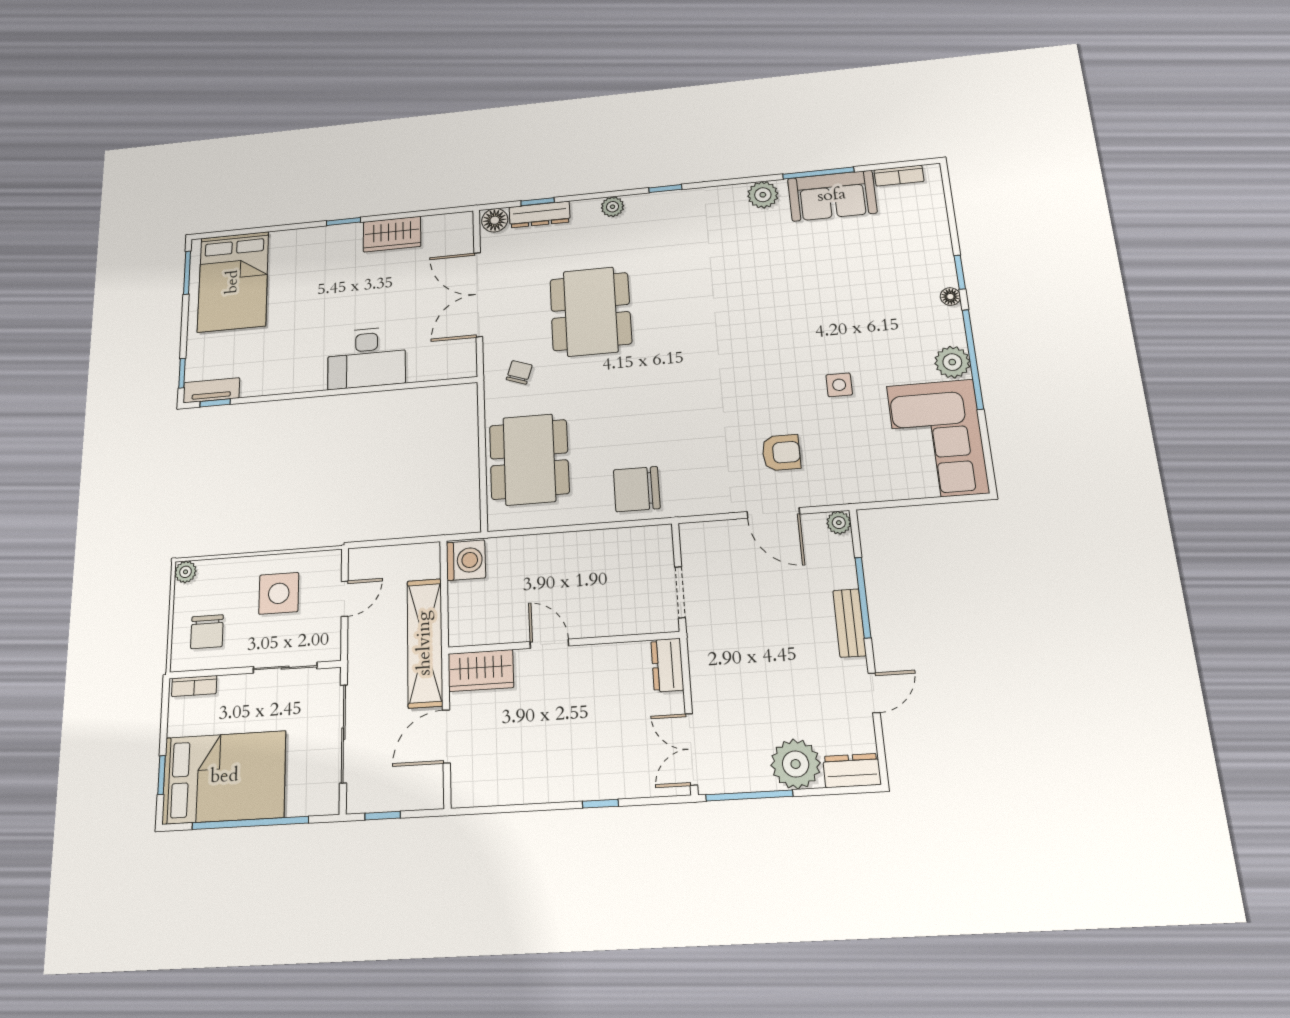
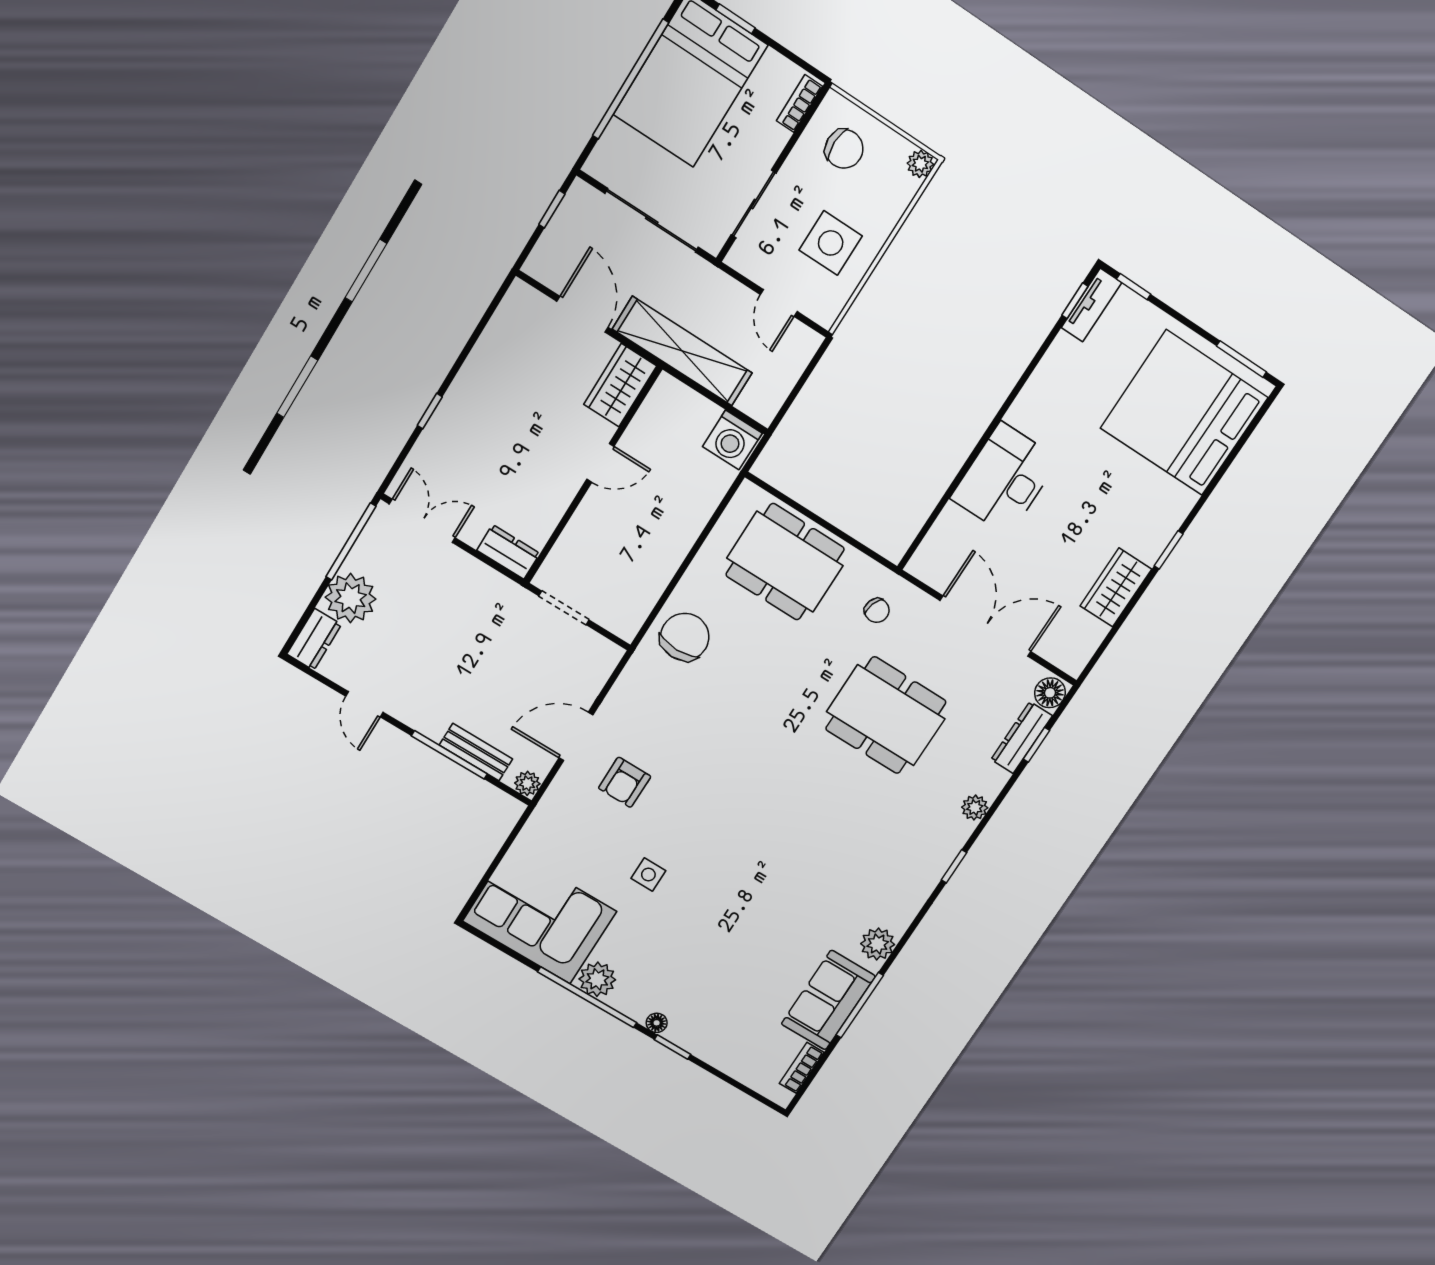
bed: (233, 282) -> (1184, 413), width x1.36
bench: (850, 623) -> (476, 752), moved
chair: (207, 632) -> (844, 149), turned 180

